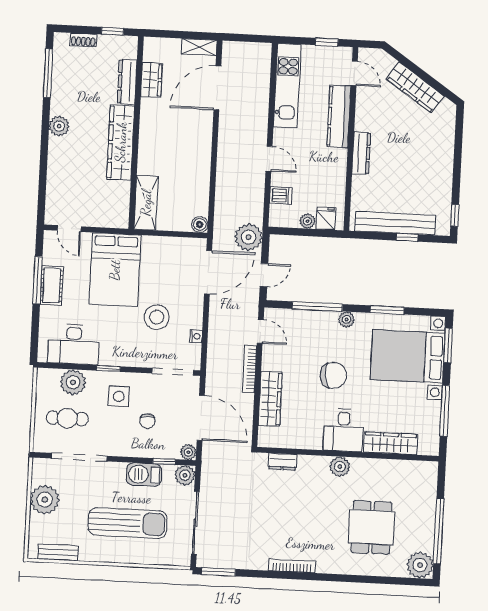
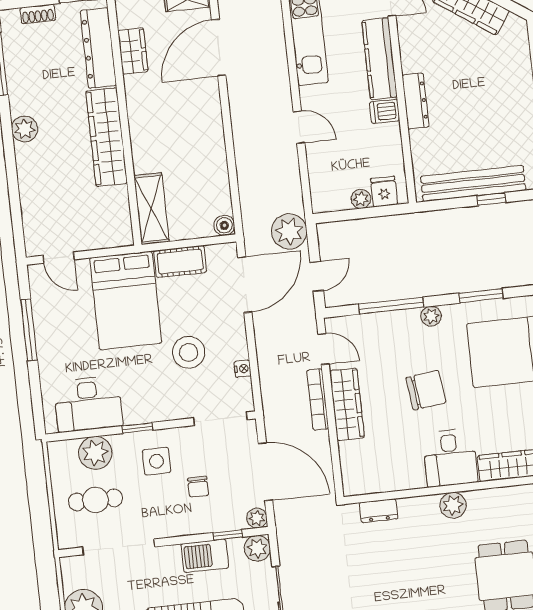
dresser: (127, 82) -> (98, 48), width x1.37, depth x1.24
dishwasher: (281, 195) -> (385, 111), moved, turned 180
cot: (52, 285) -> (180, 262), moved, turned 90
wardrobe: (270, 399) -> (347, 404), moved

